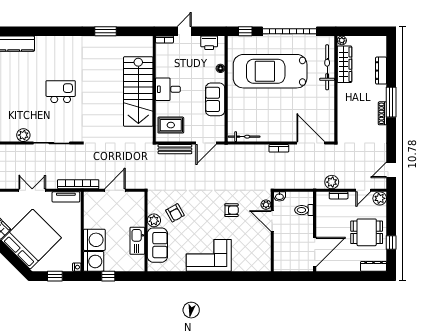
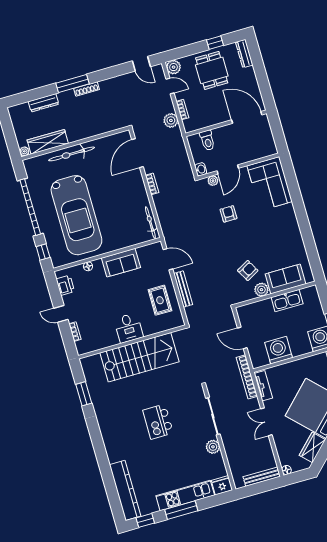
bicycle: (327, 67) -> (72, 154), moved
wall: (154, 89) -> (132, 342), moved
desk: (168, 89) -> (129, 328), moved
stairs: (138, 92) -> (139, 357), moved
washing machine: (94, 240) -> (279, 350), moved
corner sofa: (209, 255) -> (270, 184), moved

